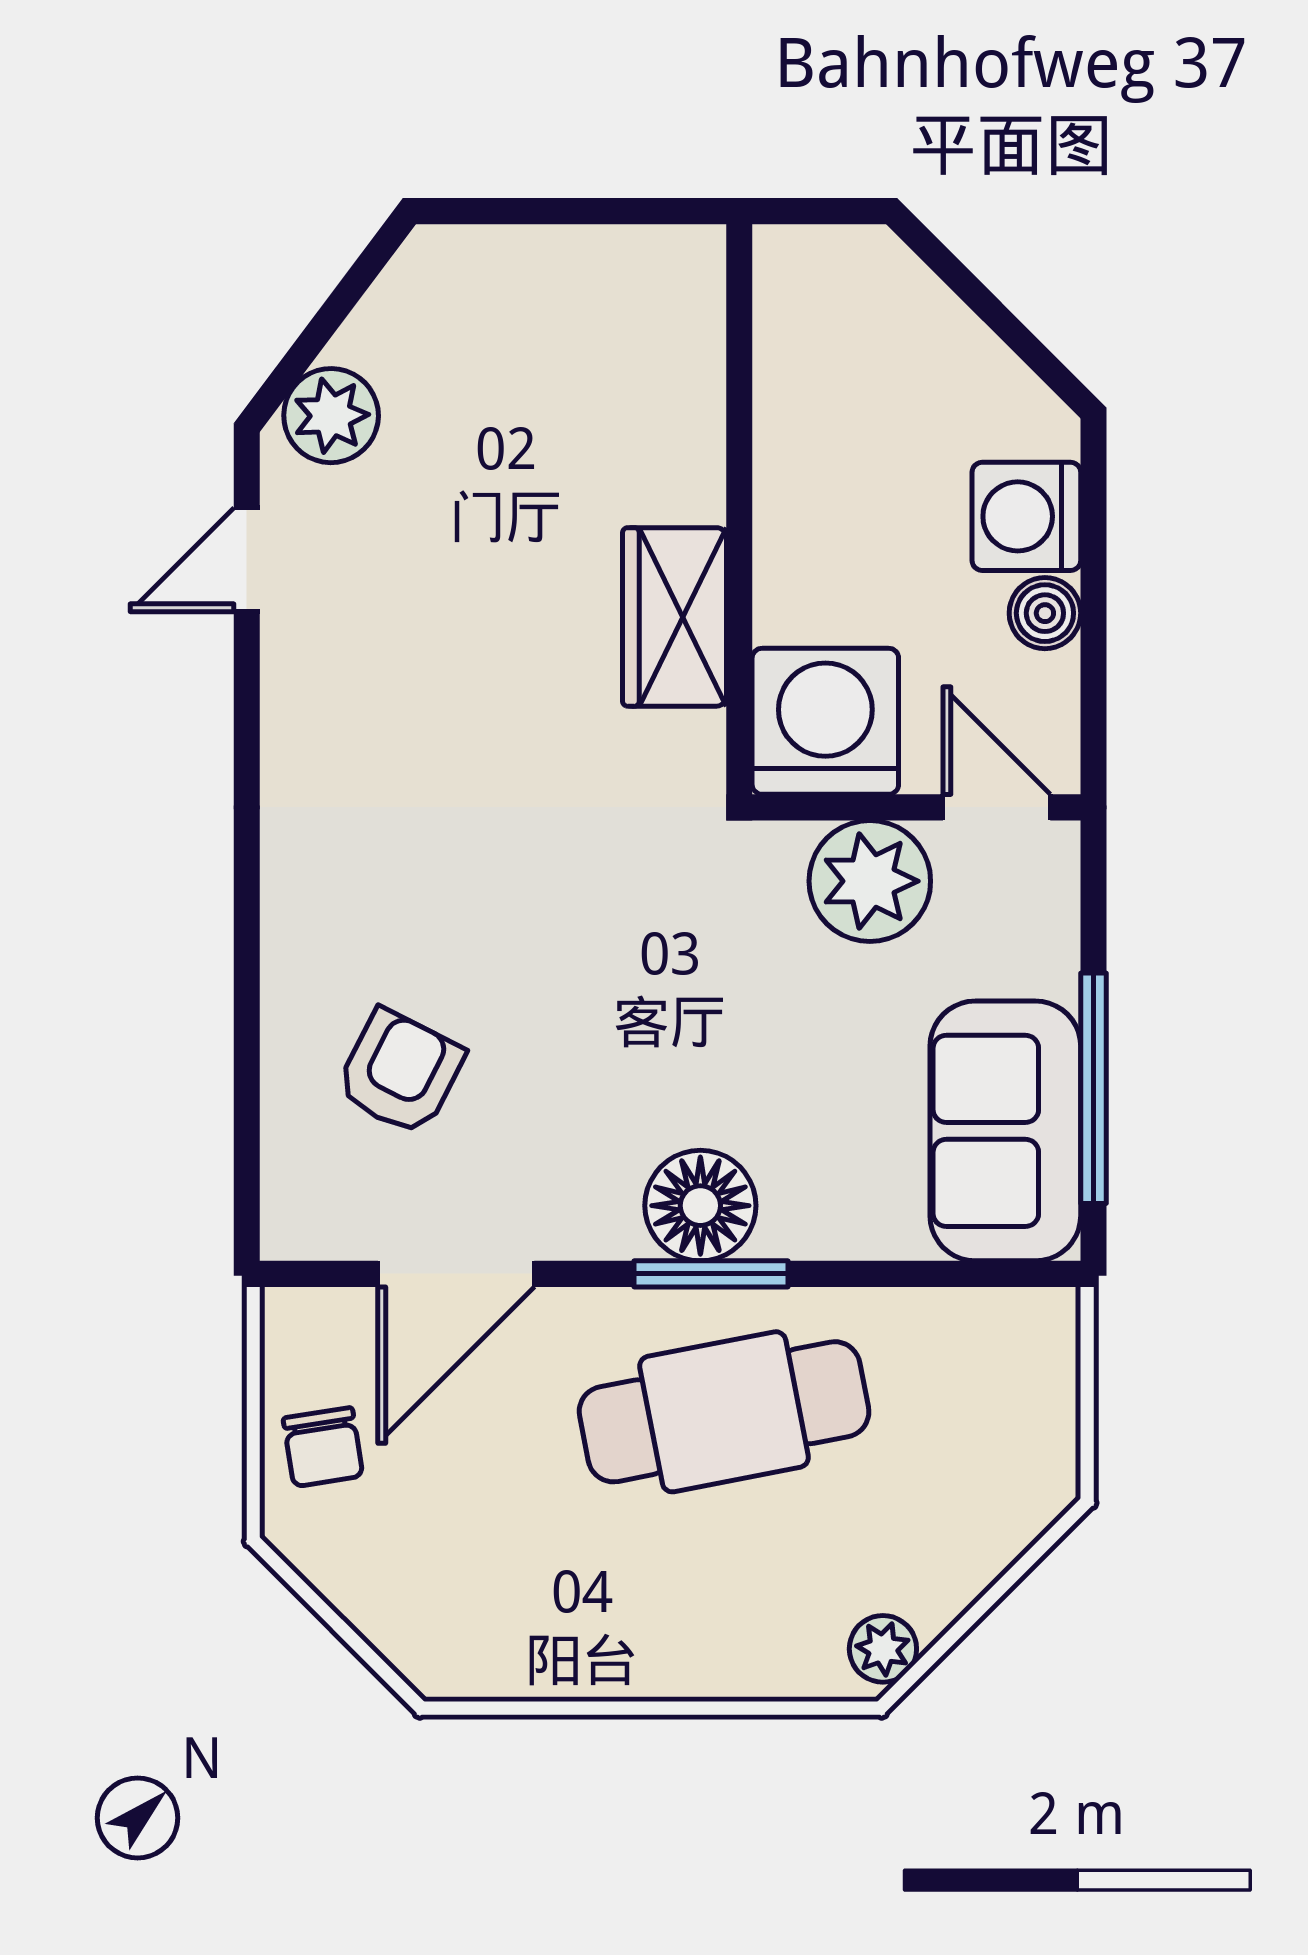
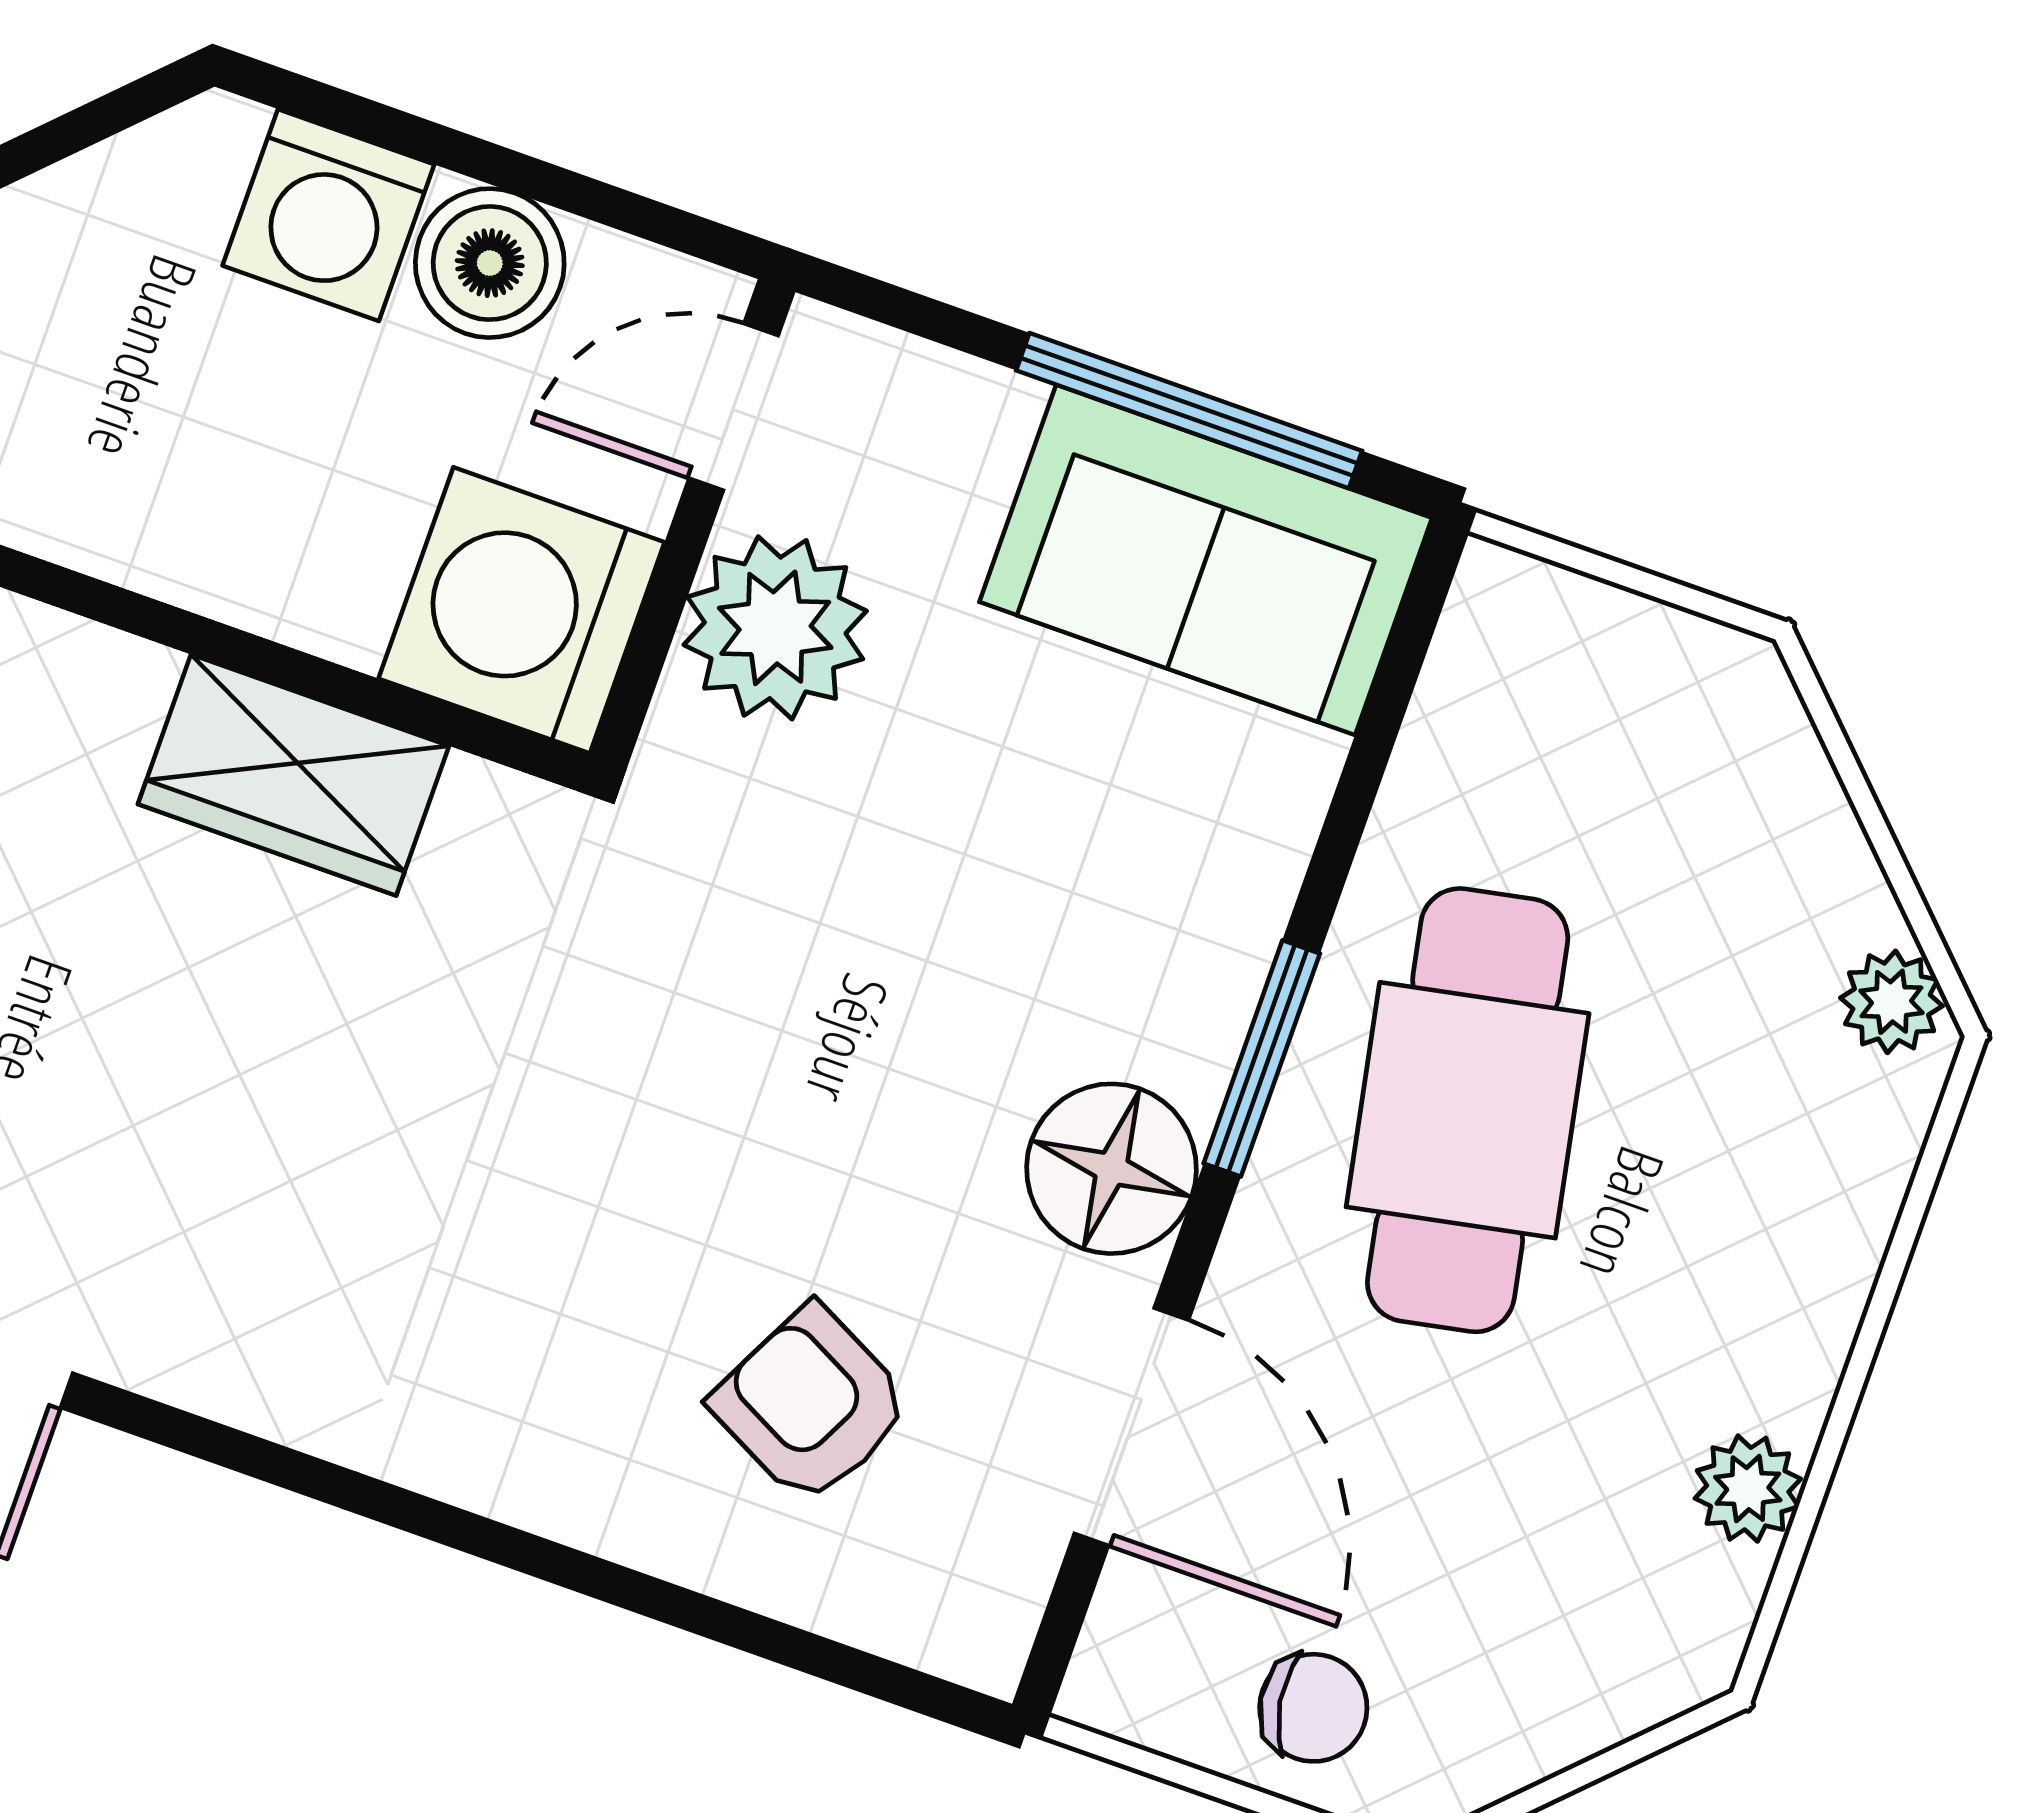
boiler: (1045, 613) -> (490, 263), width x1.36, depth x1.36
floor lamp: (700, 1206) -> (1111, 1169), moved
plant: (552, 1666) -> (1748, 1489), added

